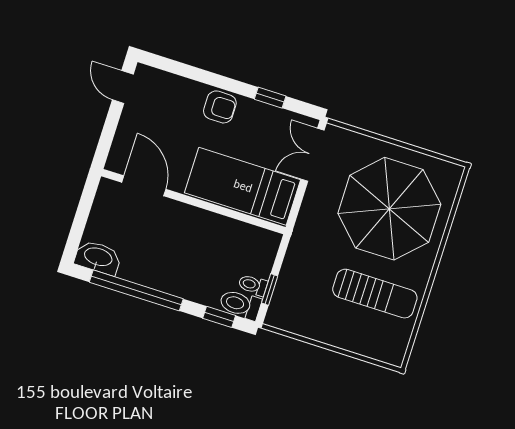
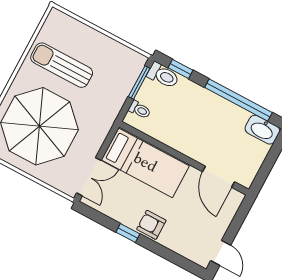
window: (270, 98) -> (128, 233), moved
toilet: (253, 285) -> (140, 110), moved
window: (270, 290) -> (139, 82), width x1.50

